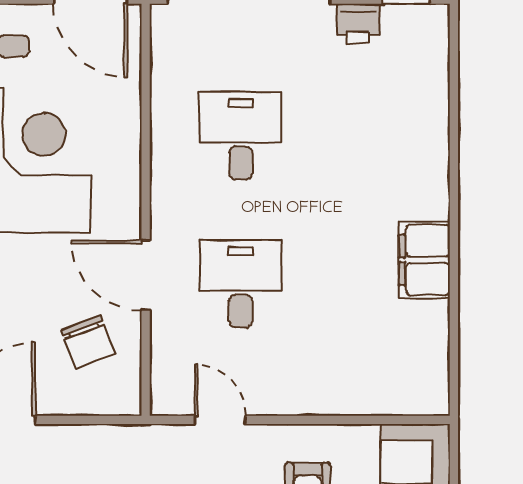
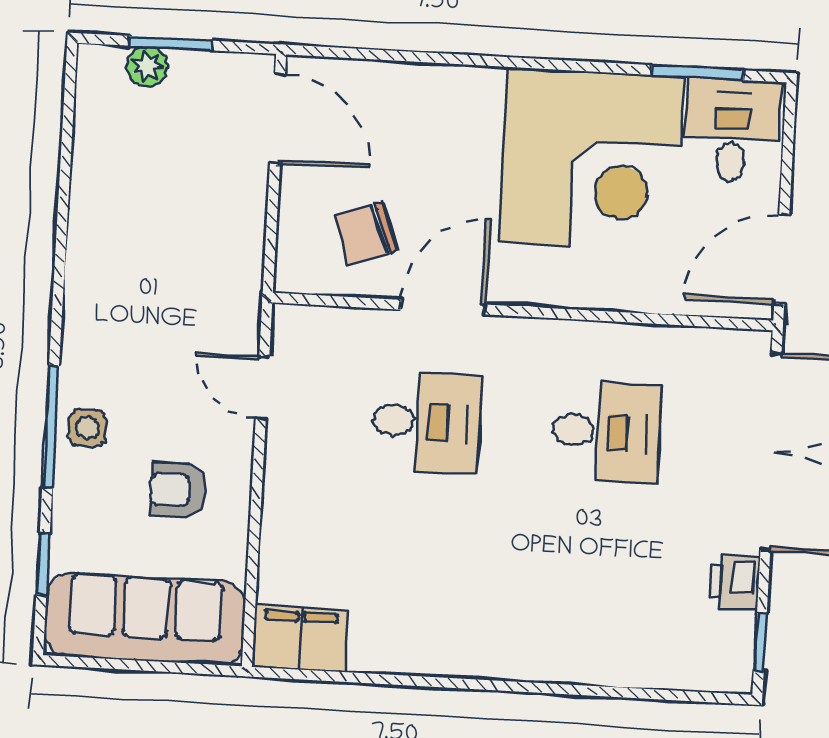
filing cabinet: (424, 260) -> (300, 638), moved
door: (220, 420) -> (263, 388), swing flipped

